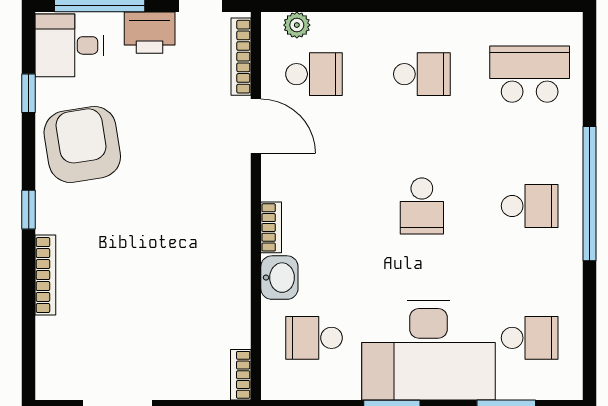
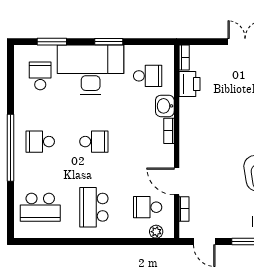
printer: (150, 33) -> (189, 84), moved, turned 90
bookcase: (241, 57) -> (184, 209), width x0.64
school desk: (422, 74) -> (94, 207), width x1.85
school desk: (422, 206) -> (94, 142), turned 90
school desk: (530, 338) -> (40, 76), turned 90

